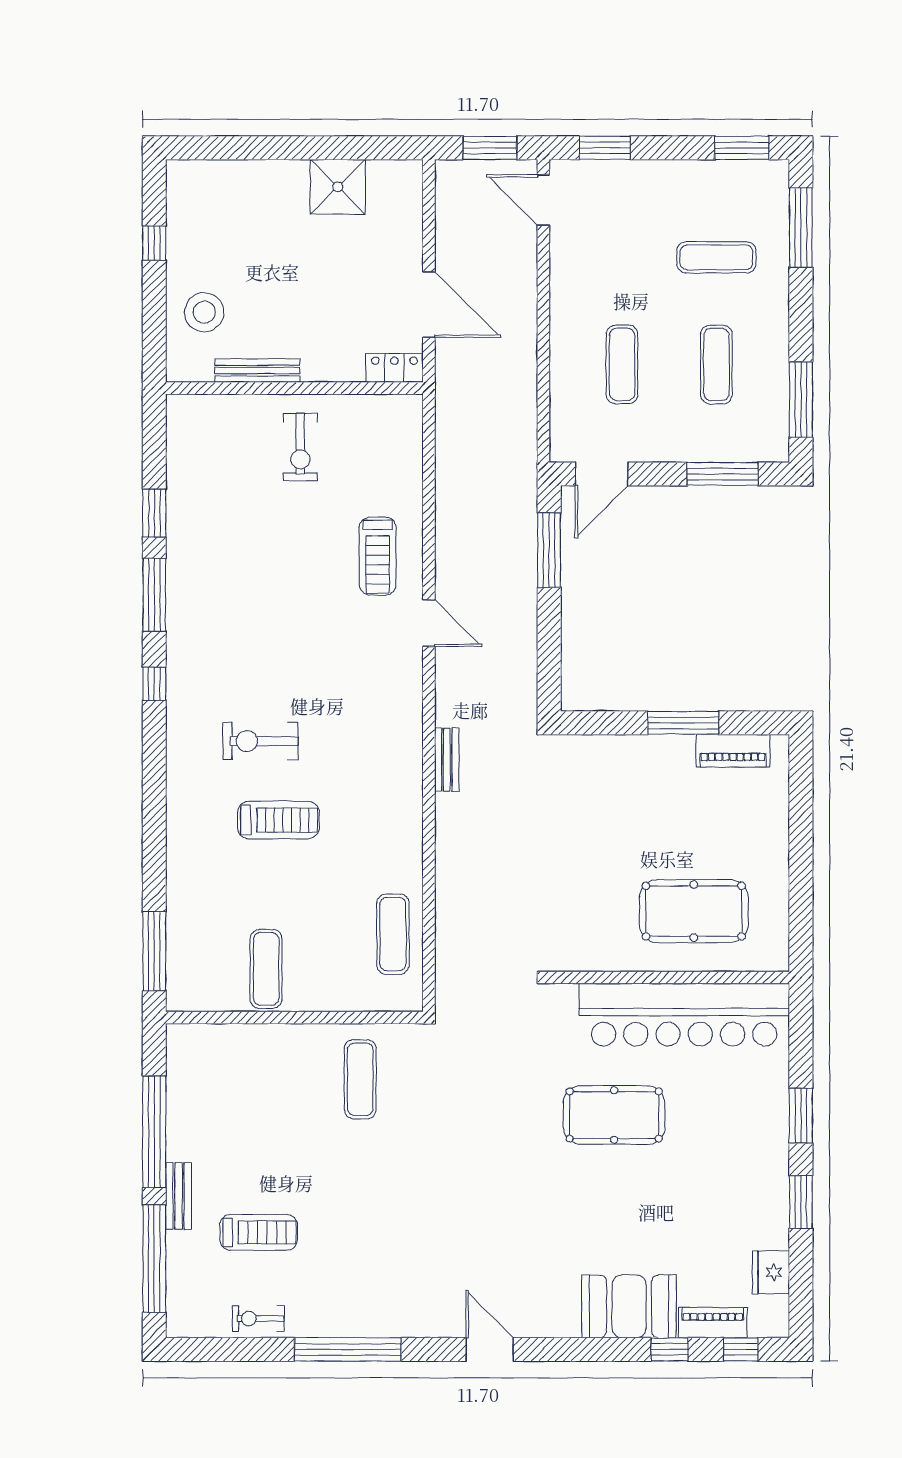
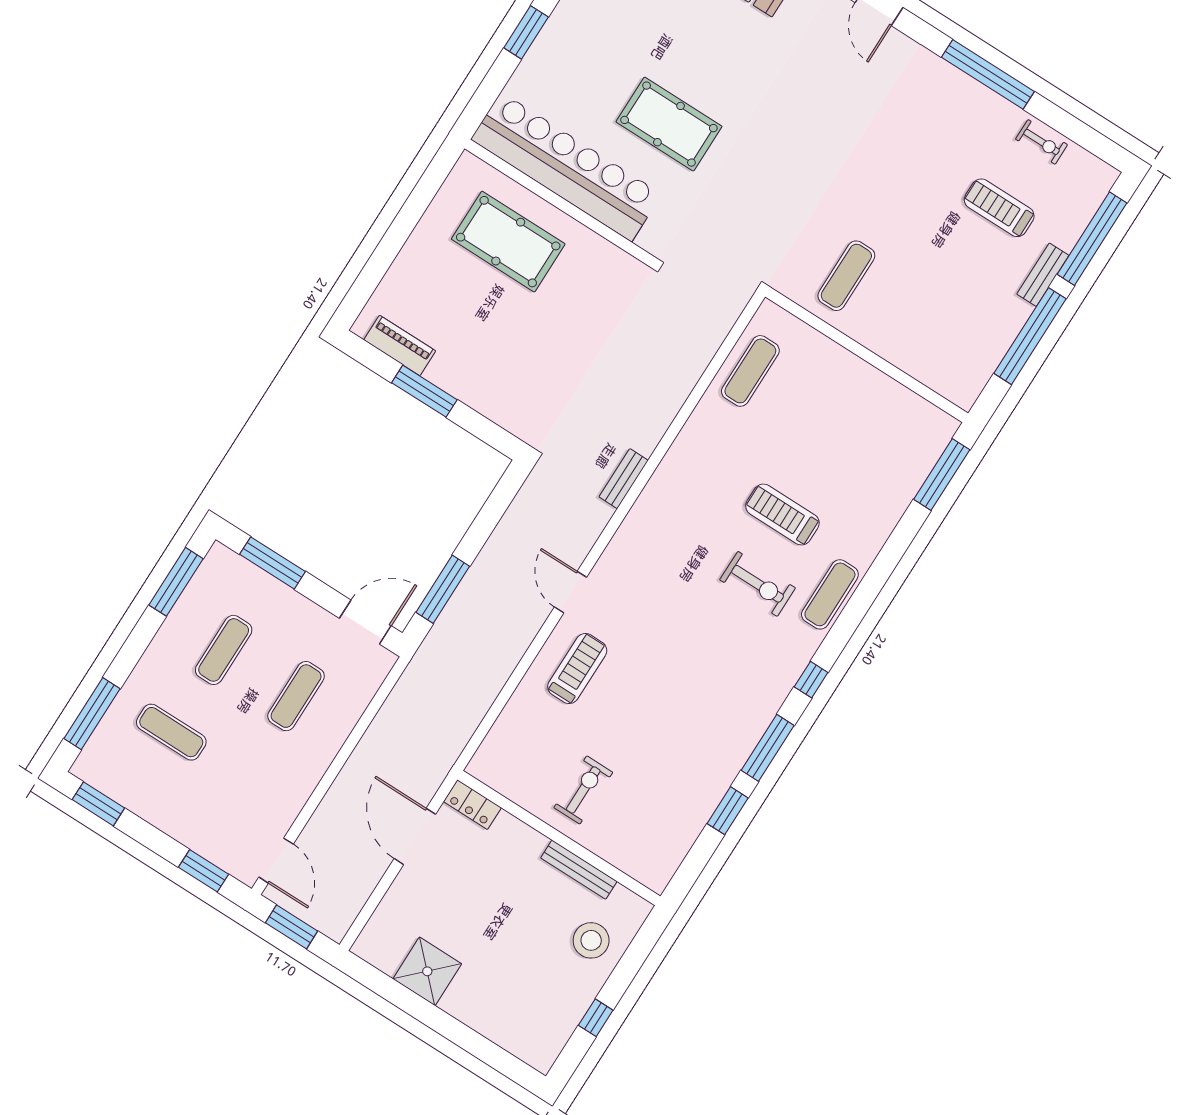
exercise mat: (266, 969) -> (830, 594), moved

